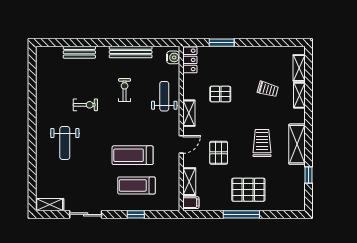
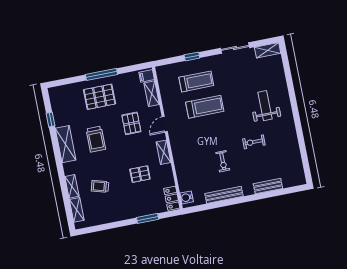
weight bench: (164, 96) -> (188, 163), removed

